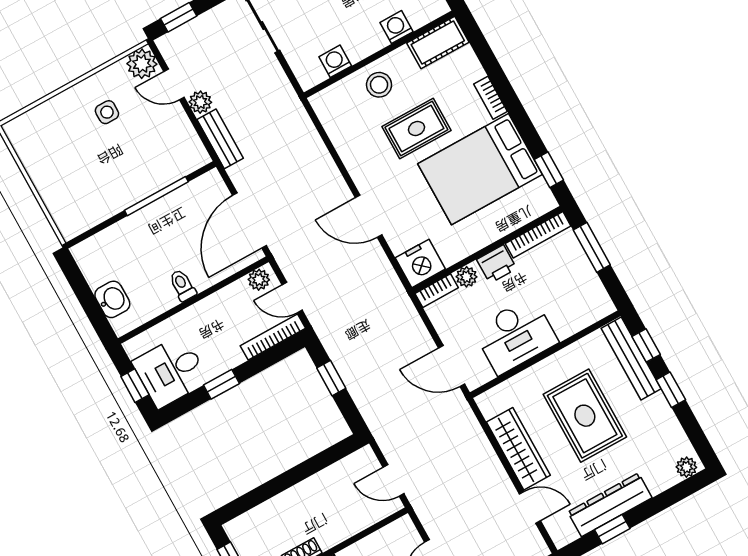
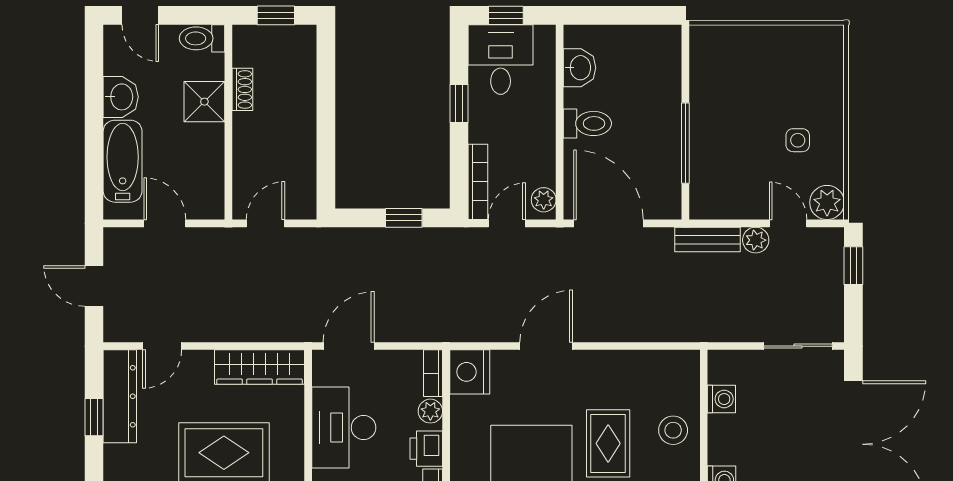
door: (174, 84) -> (788, 223), hinge flipped
toilet: (183, 285) -> (587, 123), width x1.37, depth x1.39
washbasin: (112, 299) -> (579, 68), moved, turned -90
wardrobe: (518, 449) -> (260, 367), moved
dresser: (610, 505) -> (120, 396), moved

